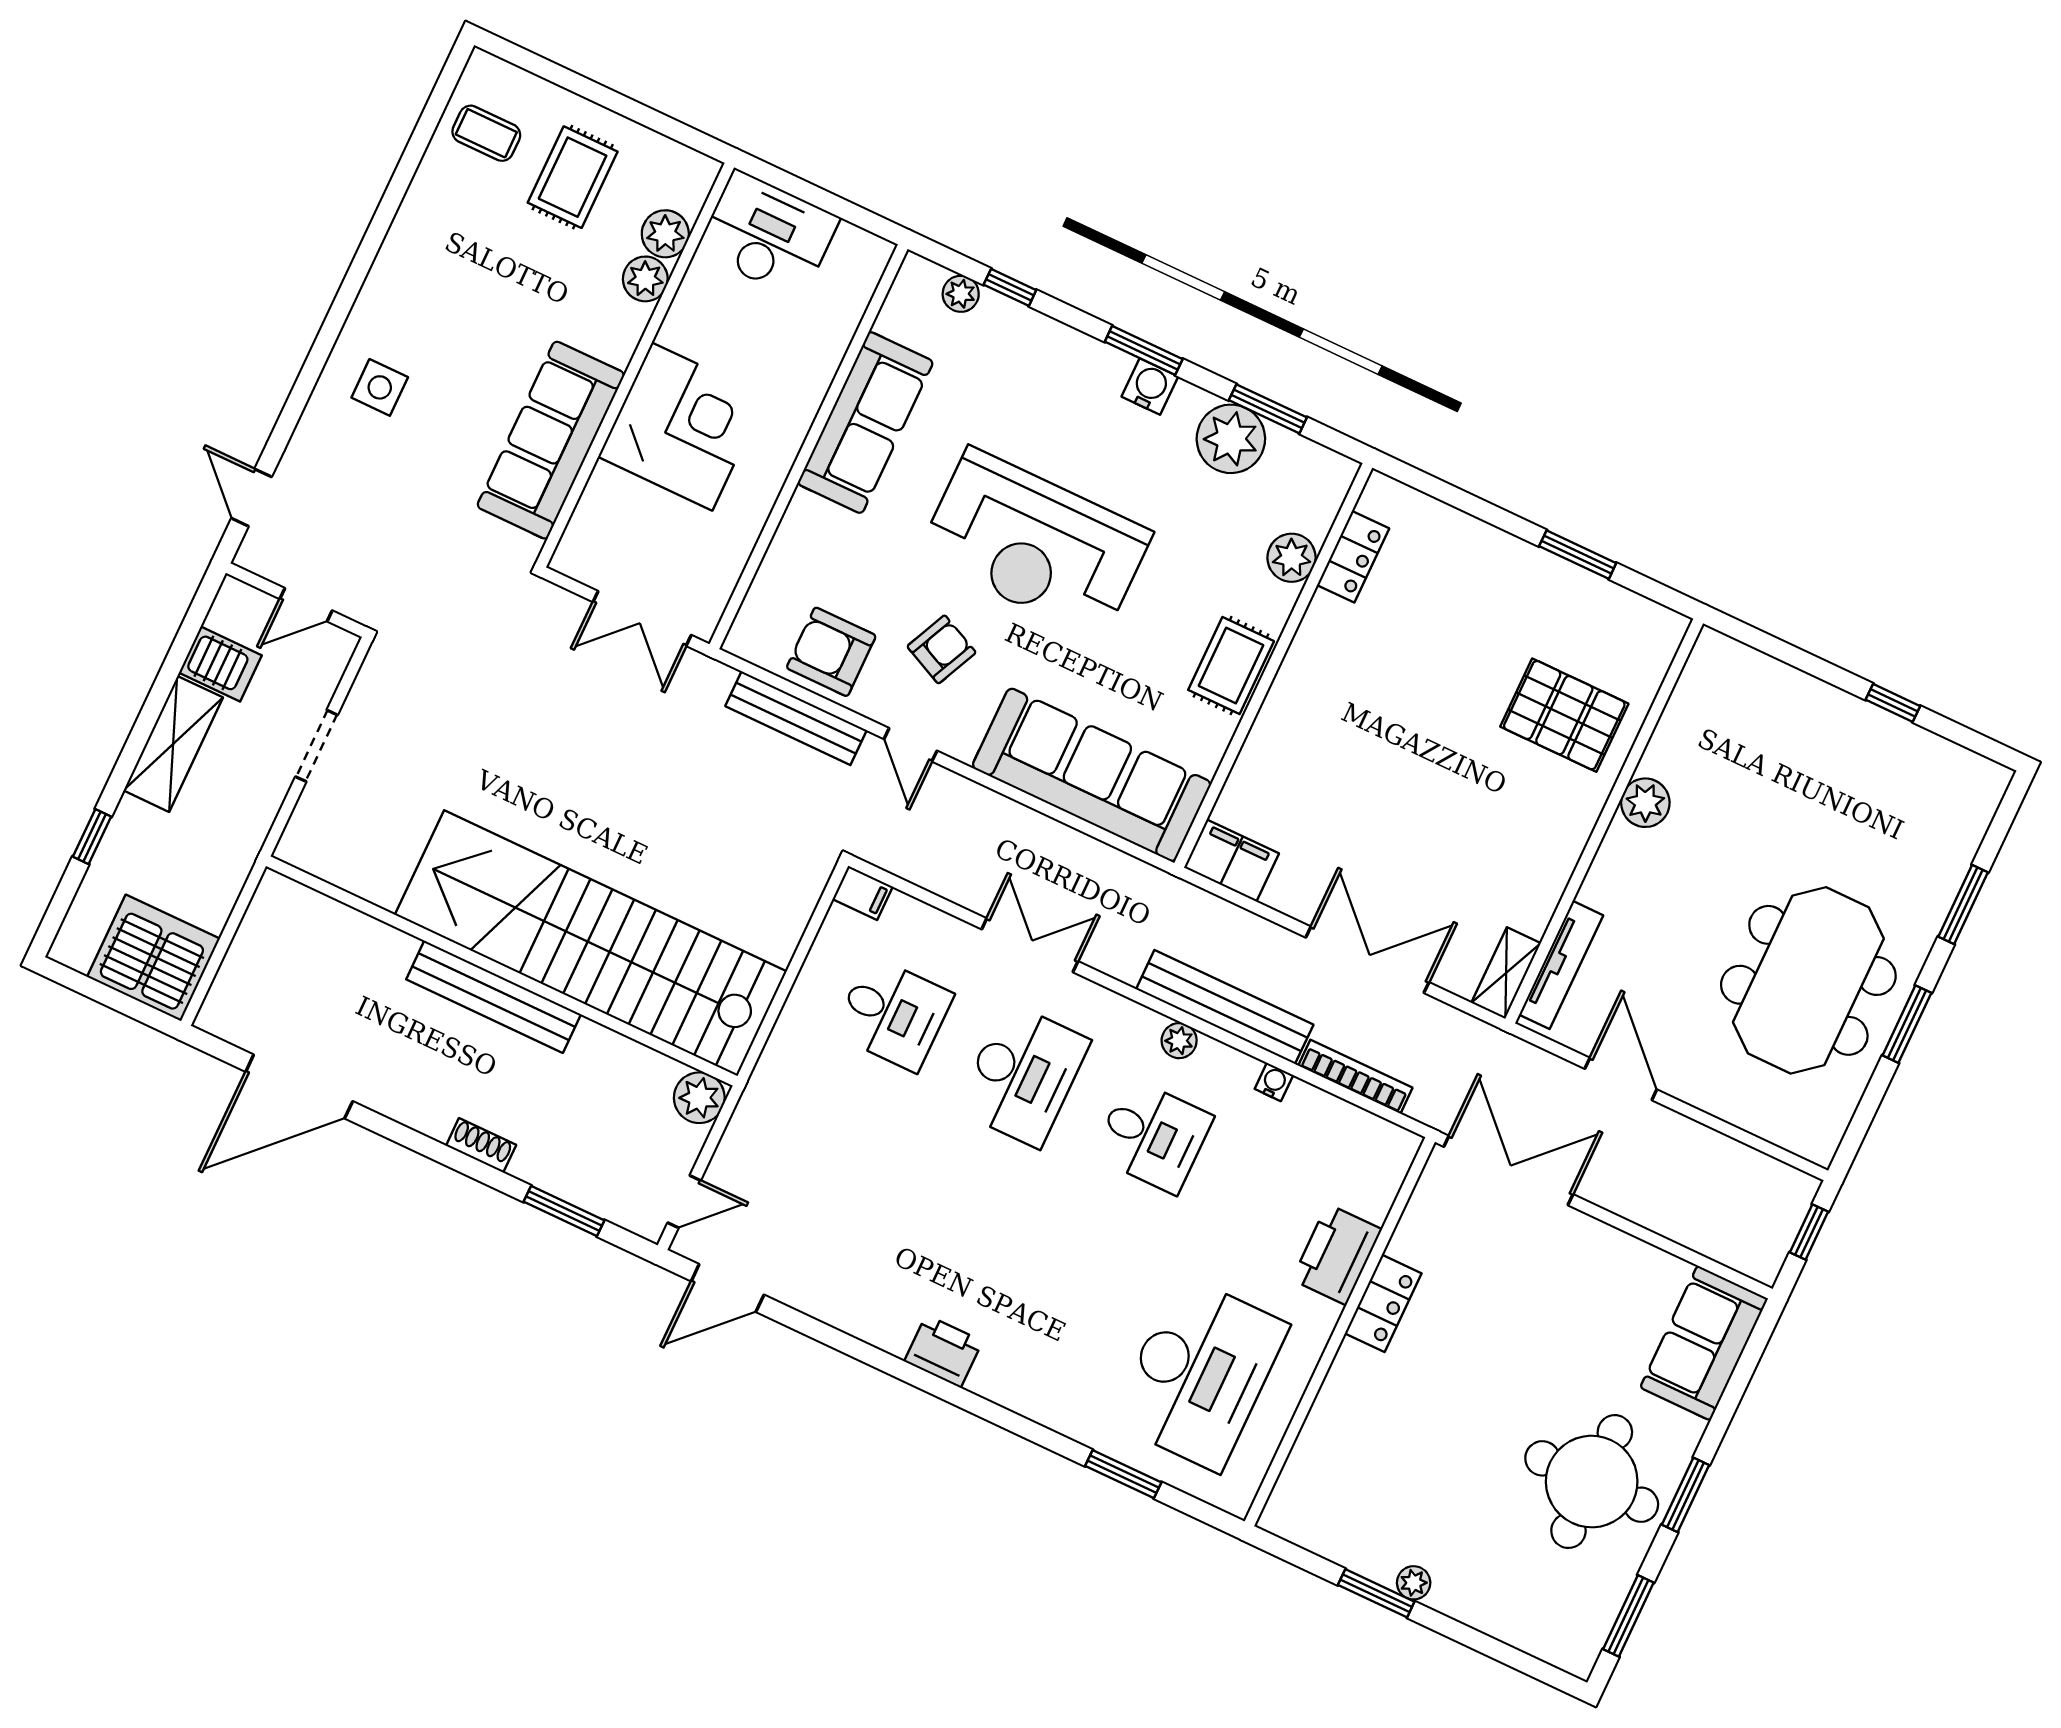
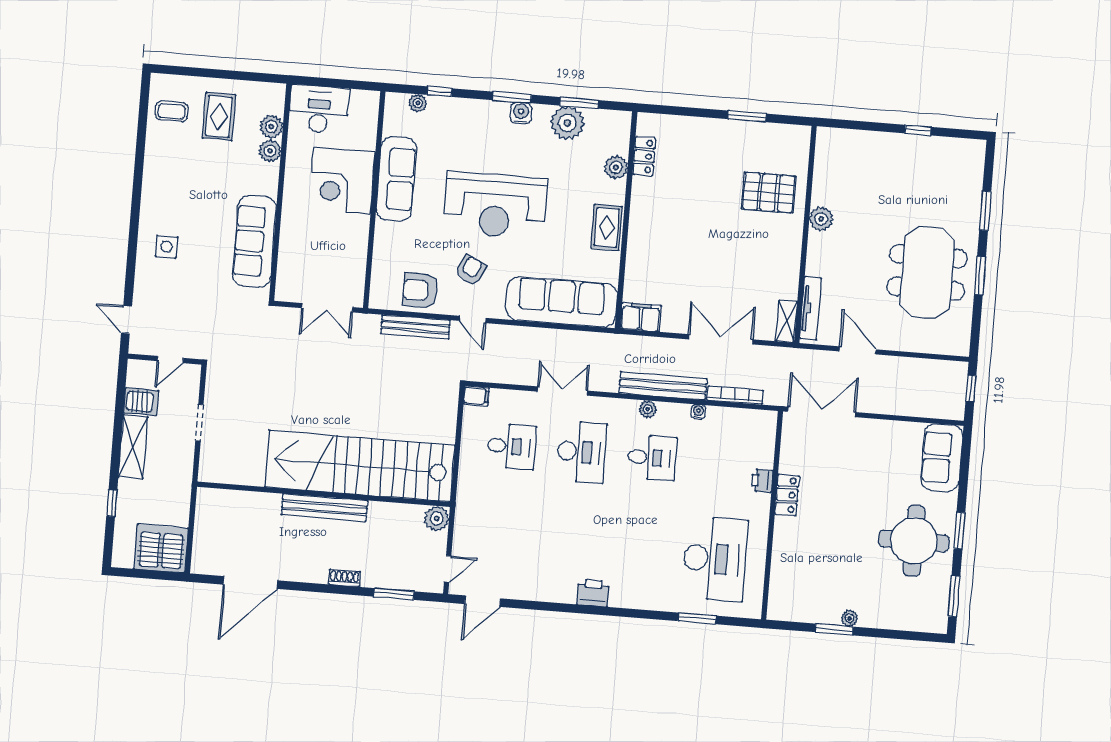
corner desk: (682, 427) -> (342, 181), moved, turned 180
printer: (1337, 1254) -> (762, 481), width x0.53, depth x0.68

